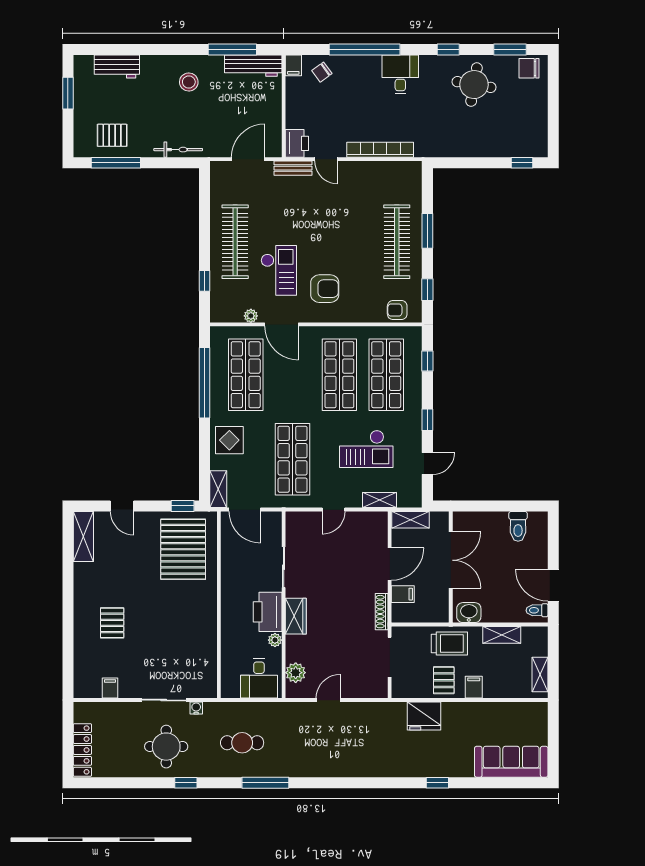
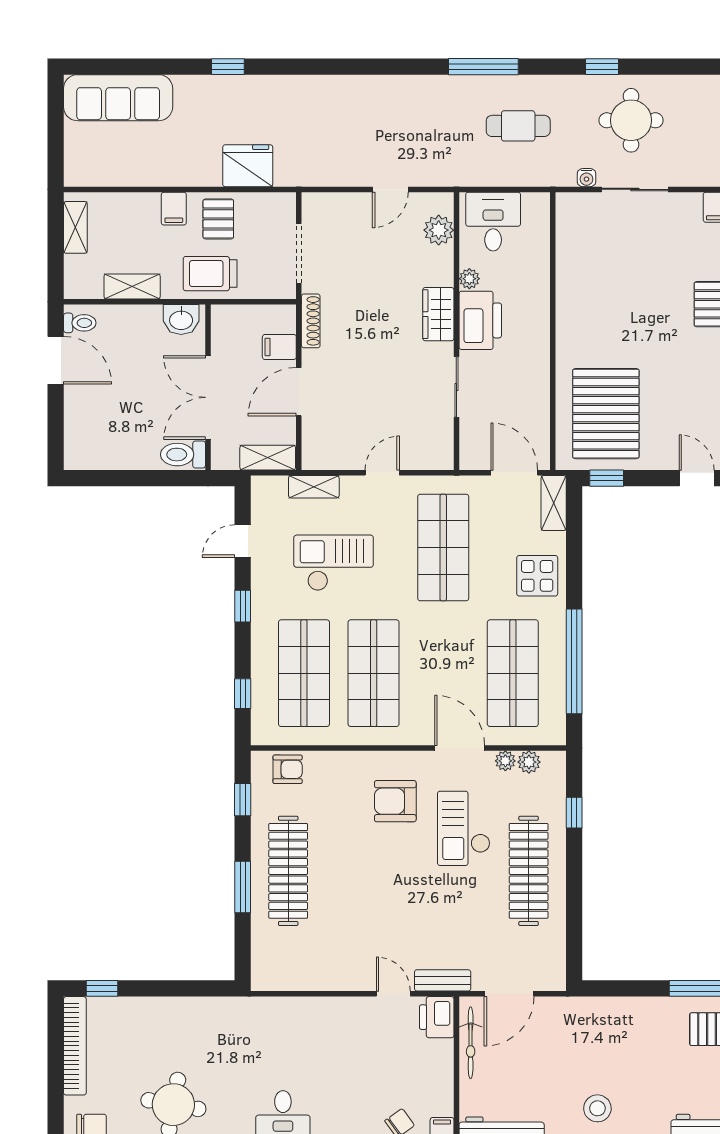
bicycle: (178, 150) -> (471, 1043), moved, turned -90
bookcase: (380, 150) -> (75, 1046), moved, turned -90
plant: (235, 315) -> (529, 762), added
toilet: (518, 526) -> (183, 455), moved, turned -90

